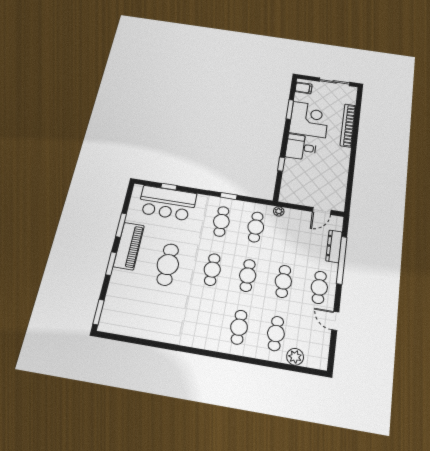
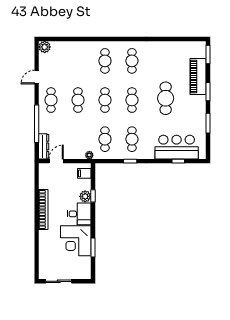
filing cabinet: (304, 88) -> (84, 173), moved
bookcase: (348, 125) -> (43, 210), moved
plant: (291, 165) -> (85, 196), added
piano: (129, 246) -> (198, 76), moved
dresser: (334, 246) -> (44, 146), moved
door: (335, 321) -> (37, 77), swing flipped
cafe table: (276, 333) -> (132, 61), moved
plant: (295, 357) -> (45, 47), moved

